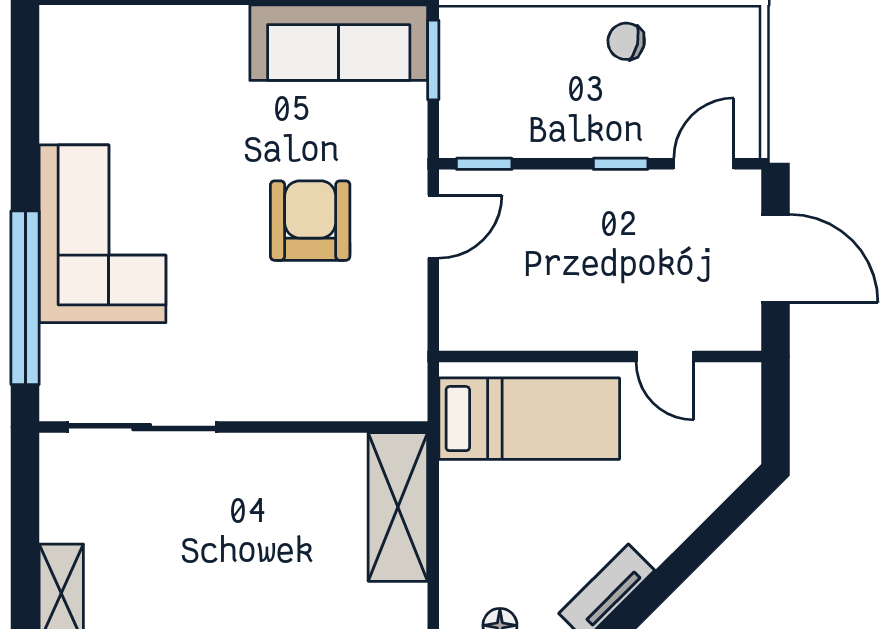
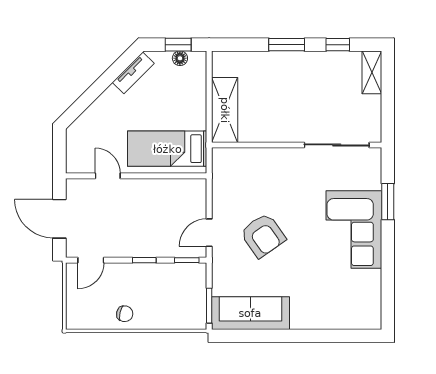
window: (621, 164) -> (144, 260), moved
armchair: (310, 221) -> (263, 235), turned -35
window: (25, 298) -> (388, 202), width x0.47

